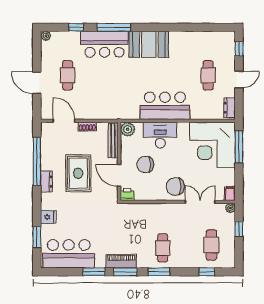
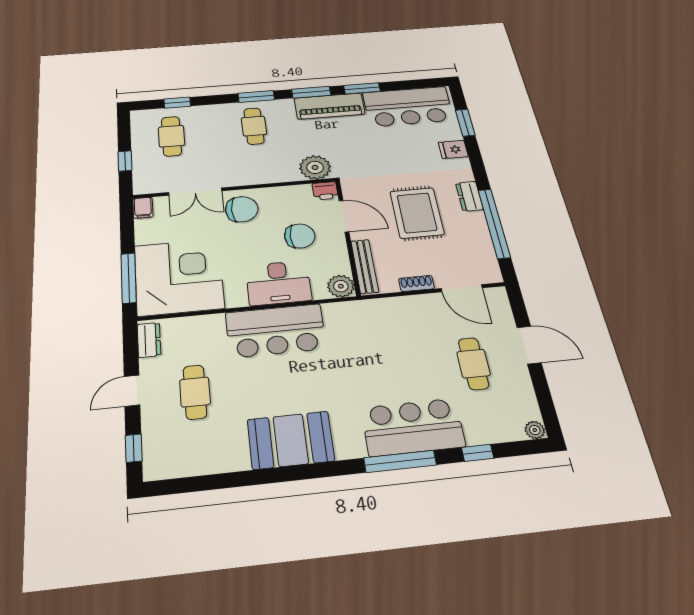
booth: (149, 44) -> (291, 440), moved
plant: (230, 208) -> (315, 167), moved, width x1.87, depth x1.87
piano: (121, 261) -> (330, 106), width x1.37, depth x1.33

